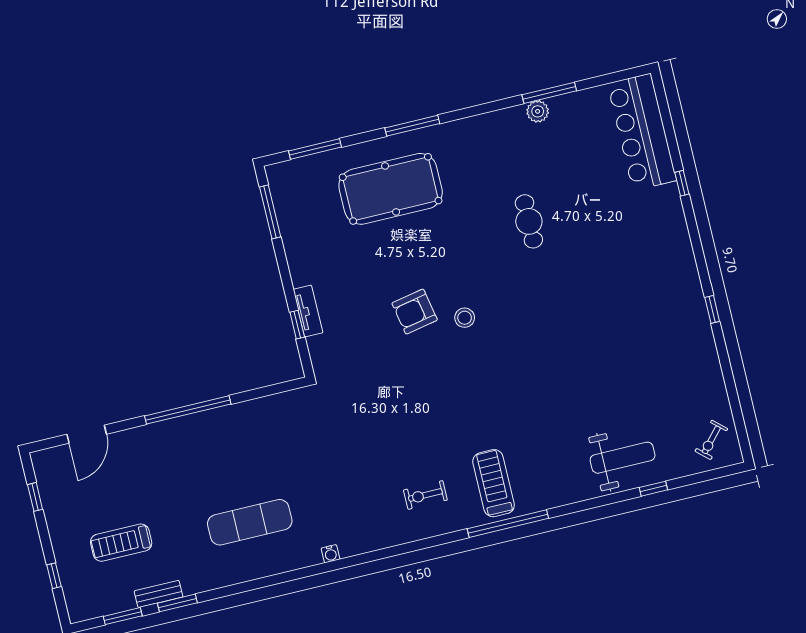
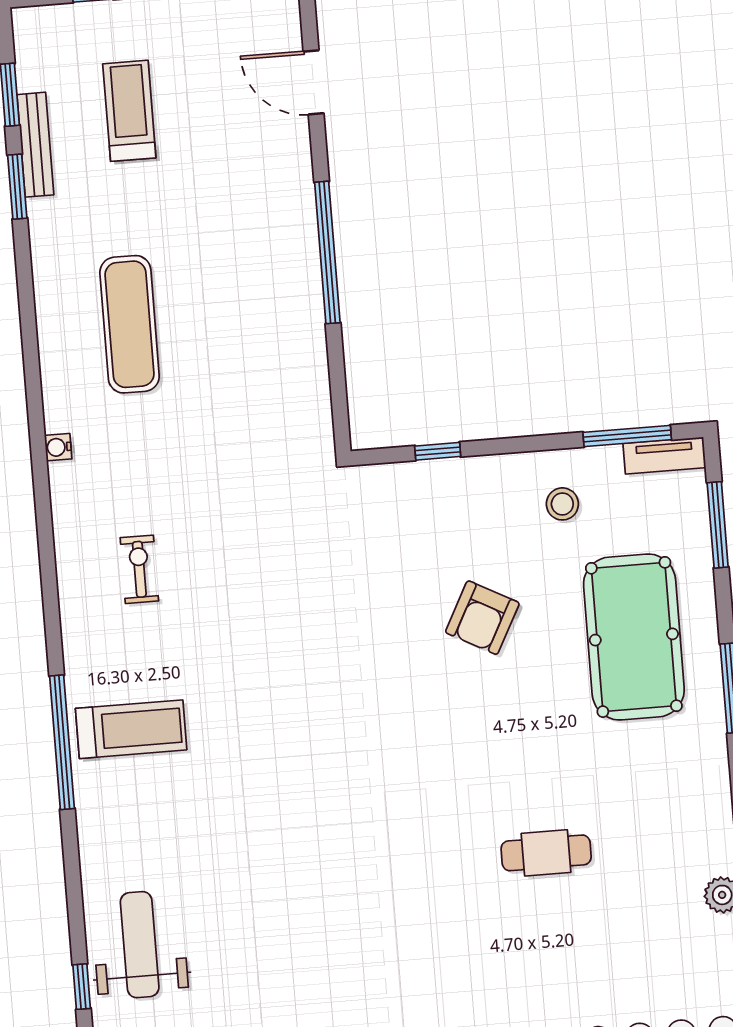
tv unit: (308, 311) -> (664, 456), moved
armchair: (415, 312) -> (482, 618), moved, turned -141
stool: (465, 318) -> (562, 504), moved
weight bench: (623, 458) -> (140, 945), turned 180
exercise bike: (425, 495) -> (139, 569), moved
bench: (159, 594) -> (35, 145), width x1.36

